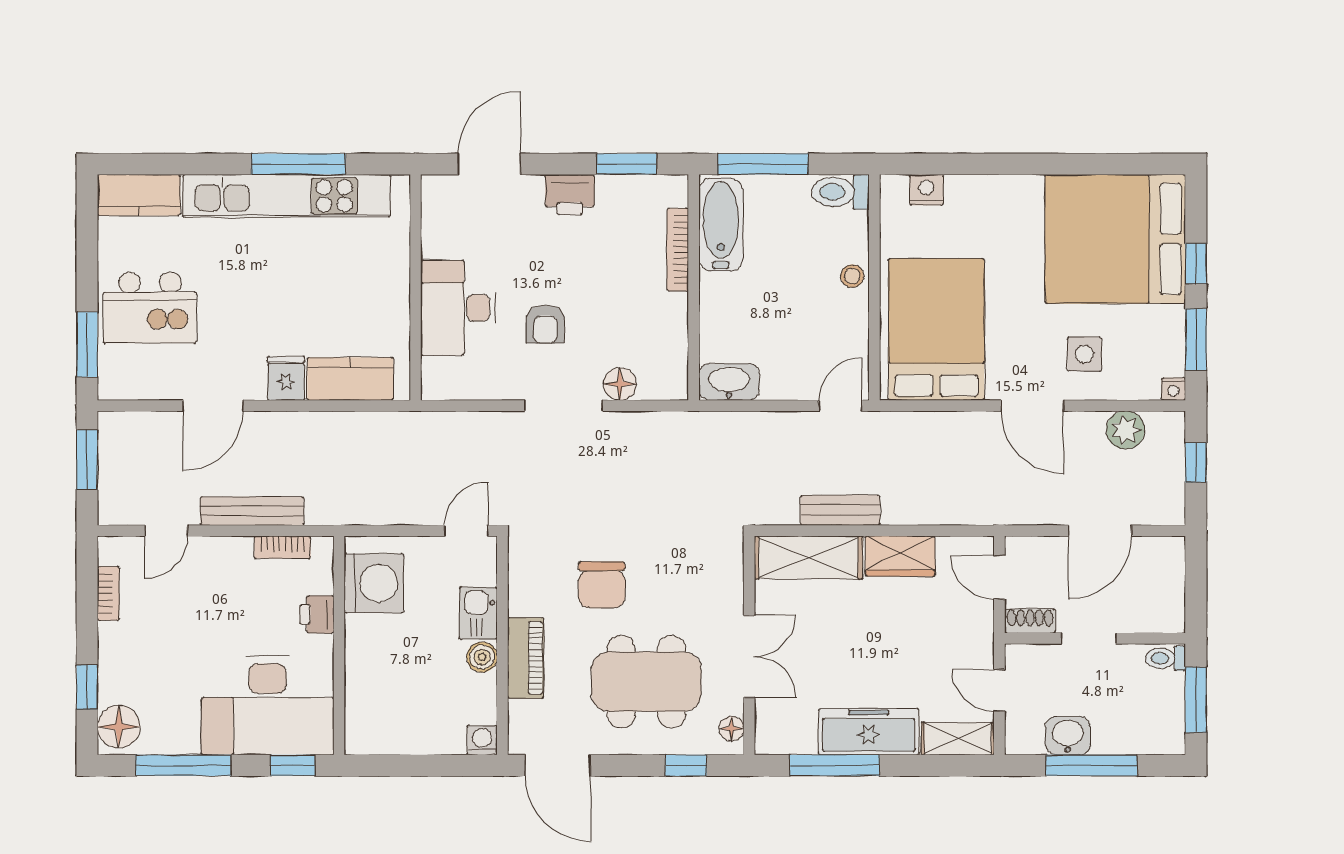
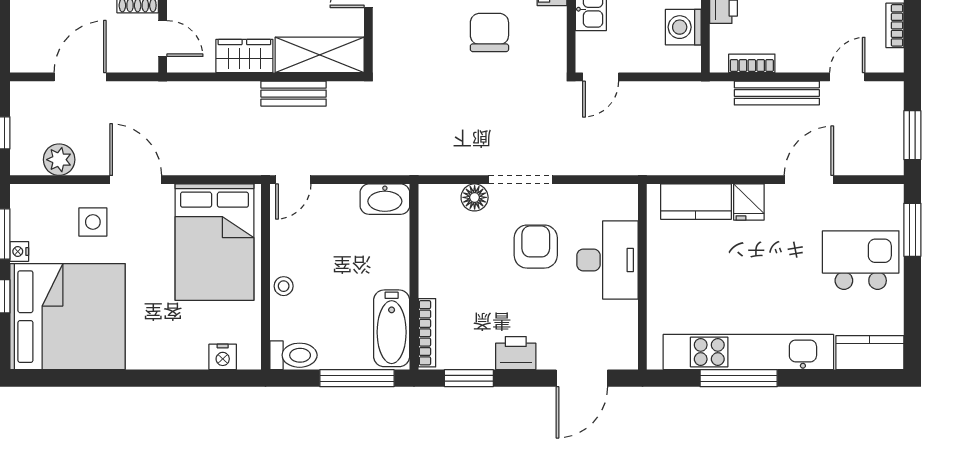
bookcase: (678, 250) -> (427, 333), moved
armchair: (545, 324) -> (536, 247), width x1.38, depth x1.38
nightstand: (1173, 389) -> (19, 251), moved, turned -90
washing machine: (374, 583) -> (683, 27), width x0.73, depth x0.73

